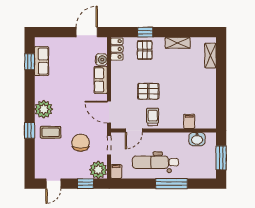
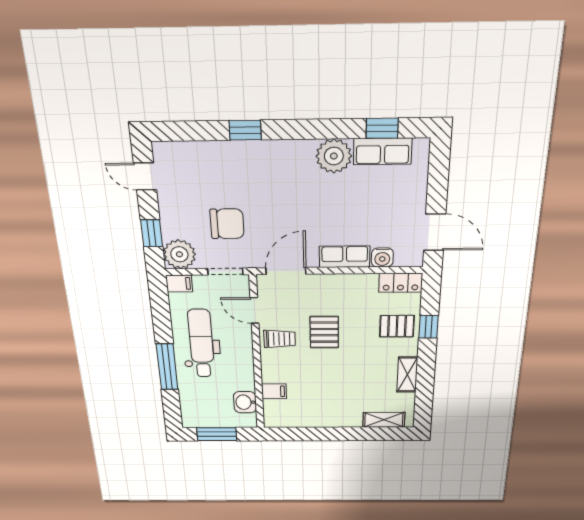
plant: (44, 109) -> (334, 156), moved
coffee table: (51, 132) -> (244, 170), removed

